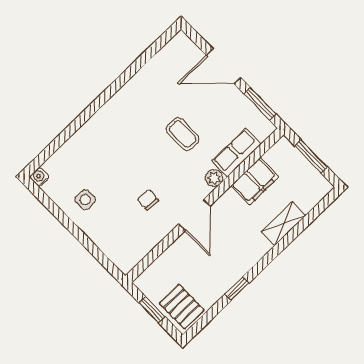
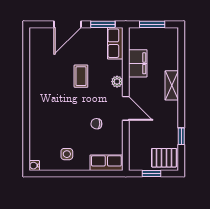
coffee table: (183, 134) -> (81, 76), turned 90
row of seats: (236, 152) -> (115, 43), moved
shelving: (283, 224) -> (172, 85), moved
row of seats: (117, 251) -> (106, 163), added
window: (237, 289) -> (181, 136), moved

